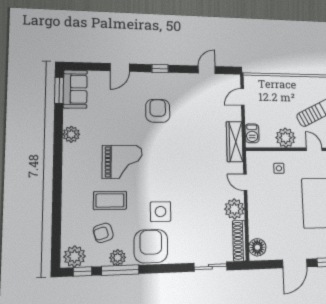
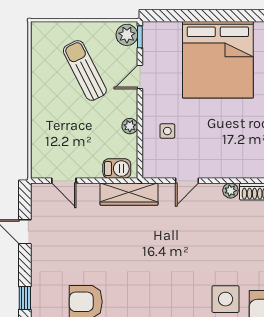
plant: (286, 138) -> (130, 126), width x0.53, depth x0.53
plant: (234, 209) -> (230, 191), width x0.53, depth x0.53

